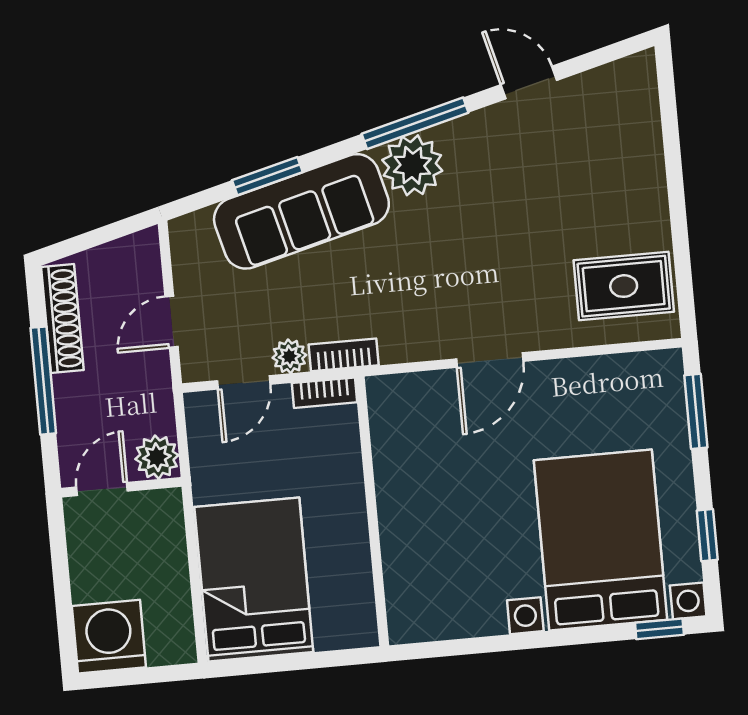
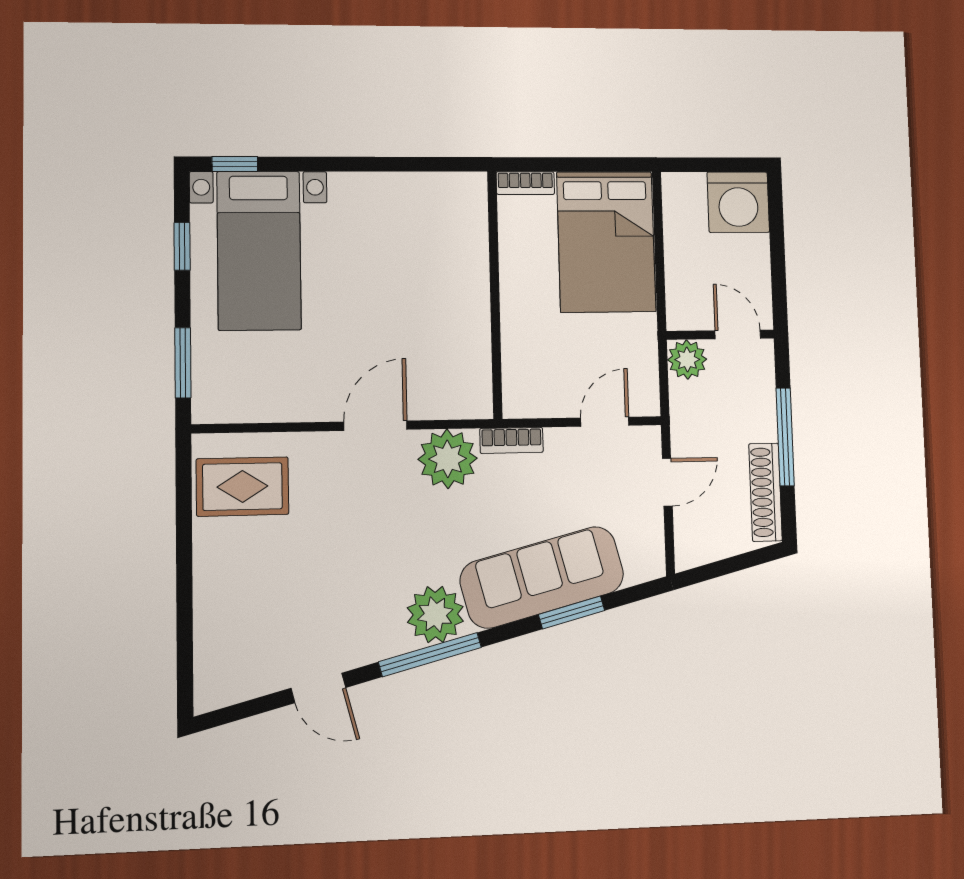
plant: (289, 356) -> (448, 459), moved, width x1.87, depth x1.87
bookcase: (325, 393) -> (525, 183), moved, turned 180
door: (102, 489) -> (738, 335), swing flipped
bed with nightstands: (601, 540) -> (259, 250), width x0.73

